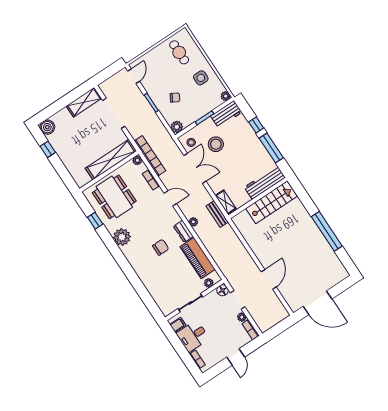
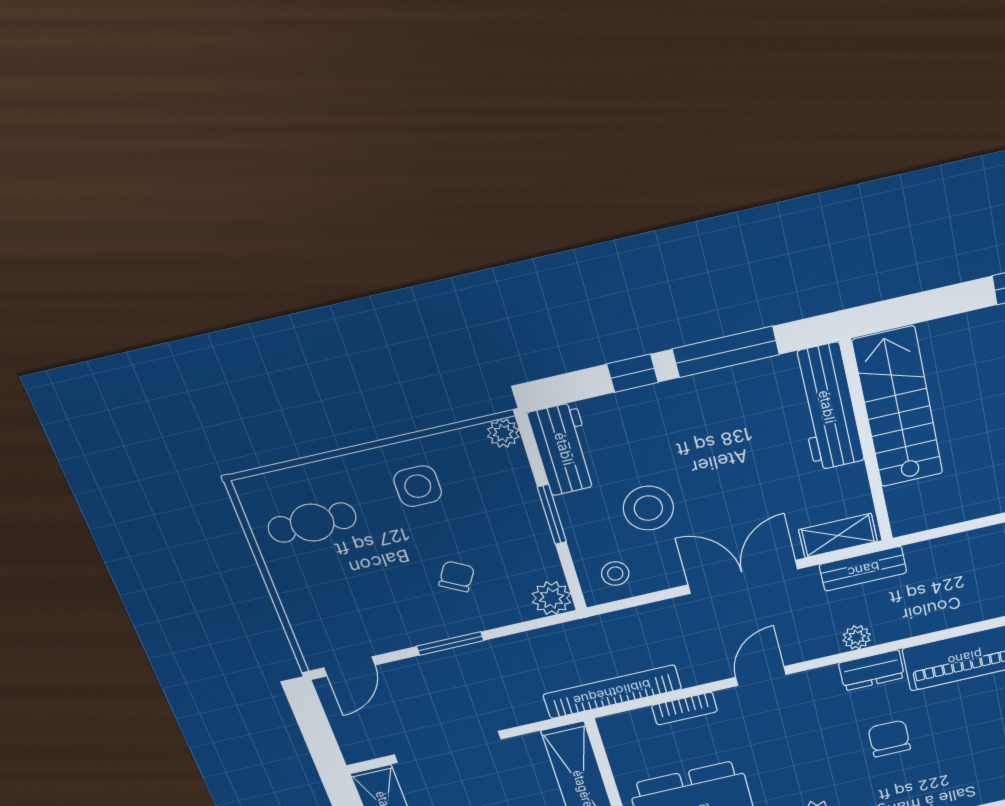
door: (134, 76) -> (349, 666), swing flipped
plant: (137, 160) -> (613, 727), removed
double door: (195, 168) -> (743, 577), moved

